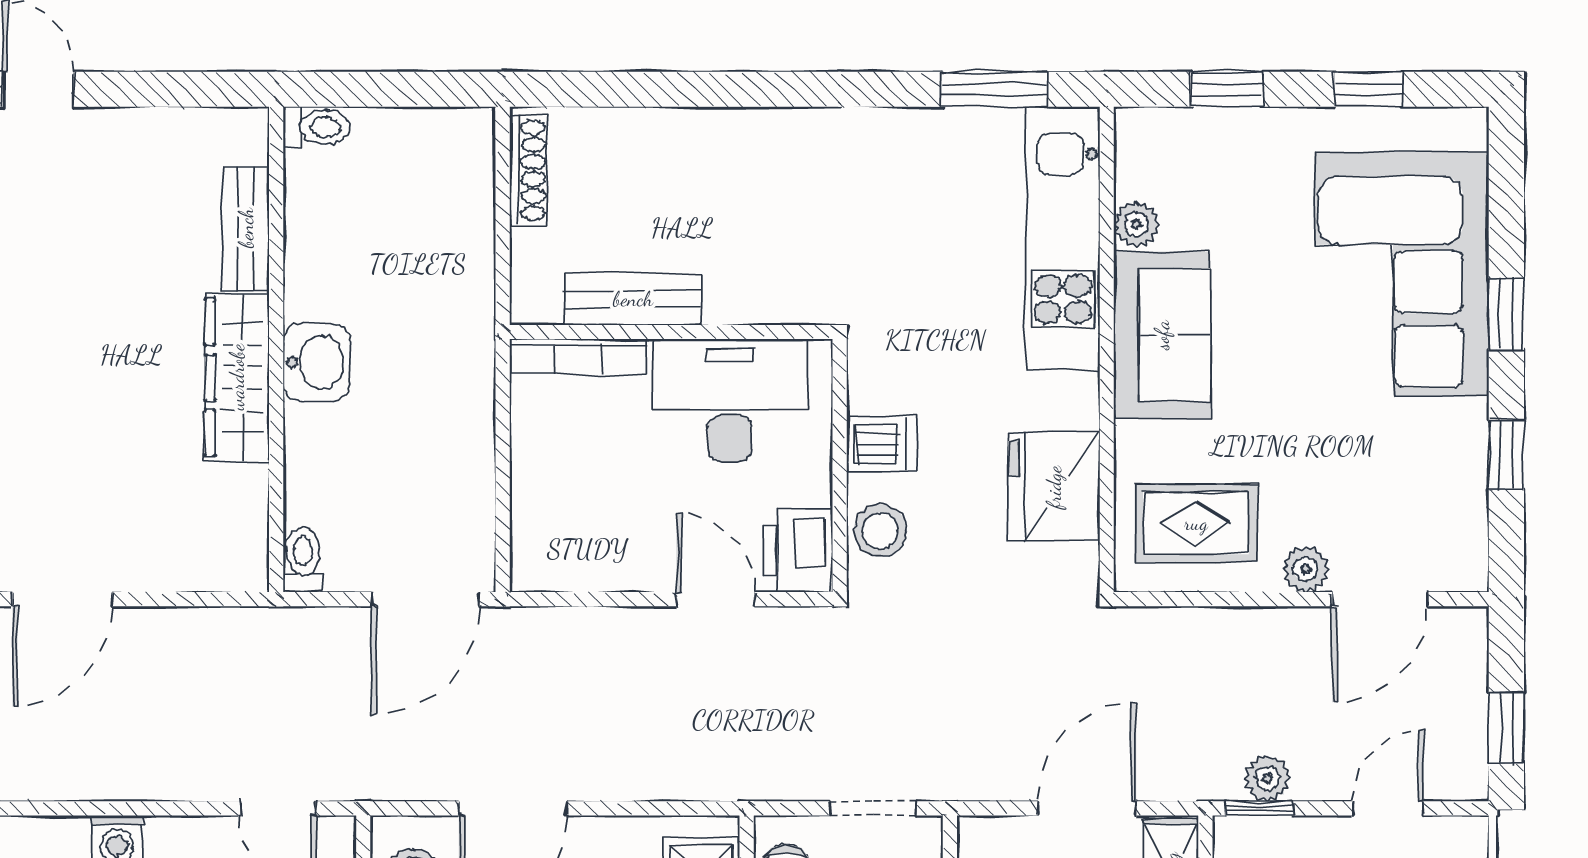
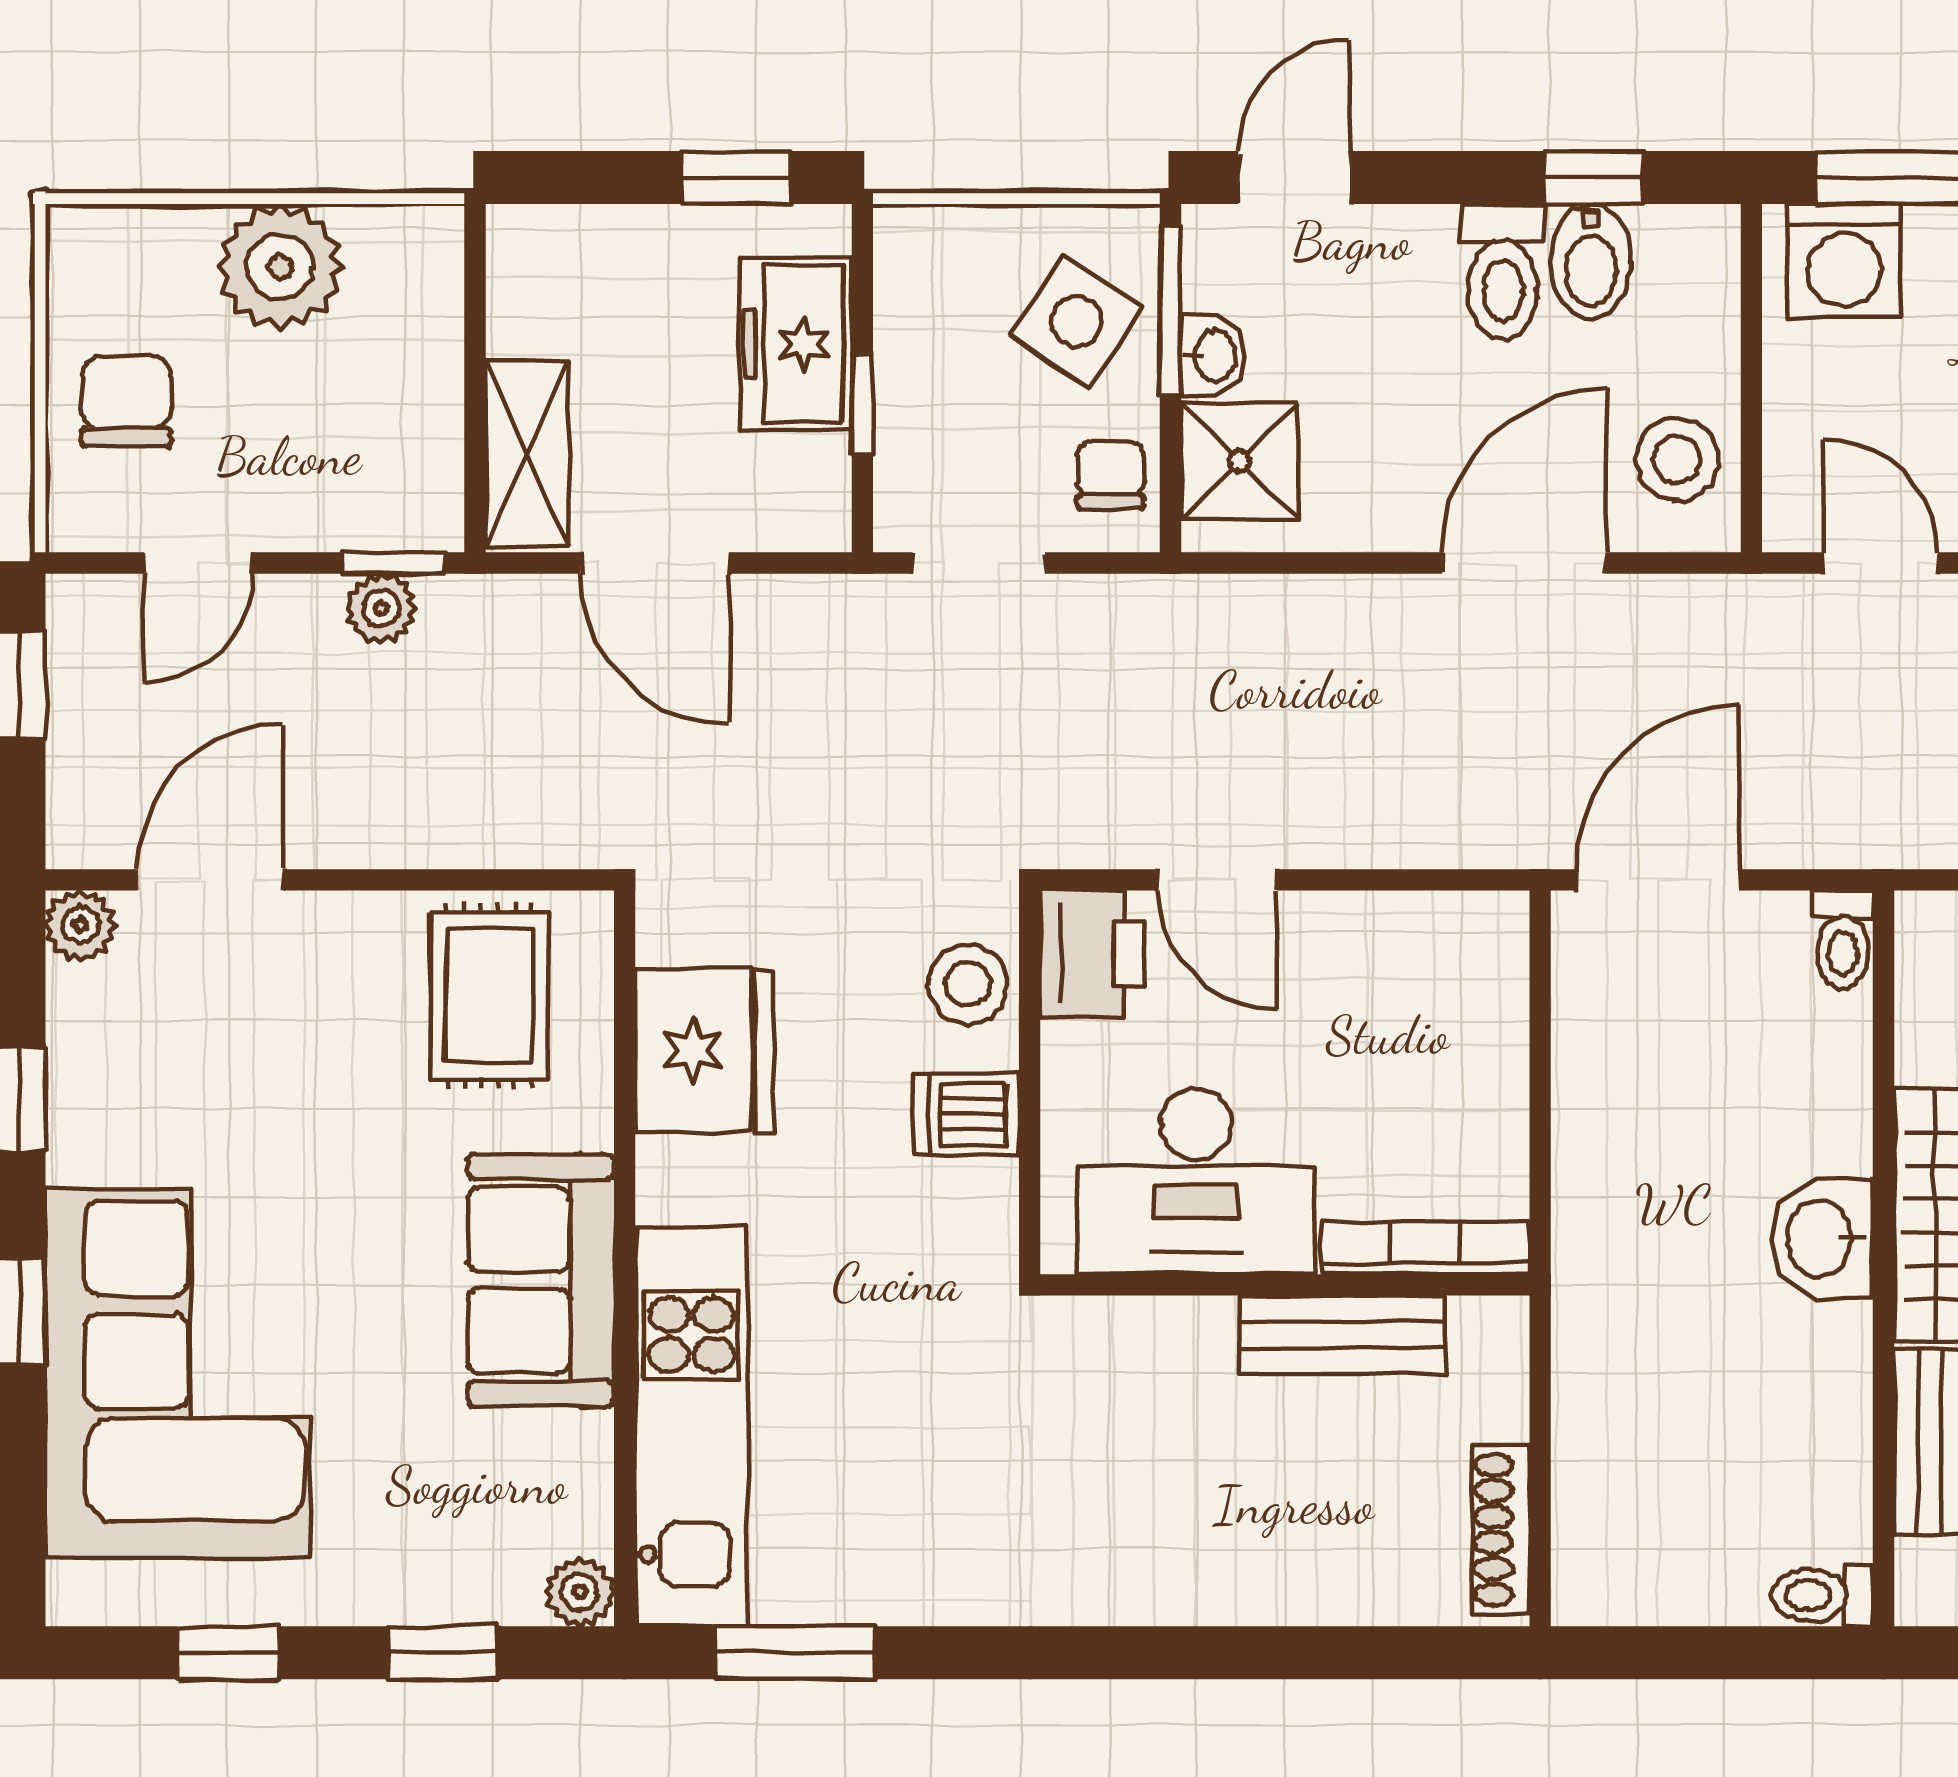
plant: (1136, 224) -> (580, 1592), moved
rug: (1196, 523) -> (489, 996), turned 90
plant: (1306, 569) -> (80, 925), moved
door: (1087, 808) -> (655, 563), hinge flipped

